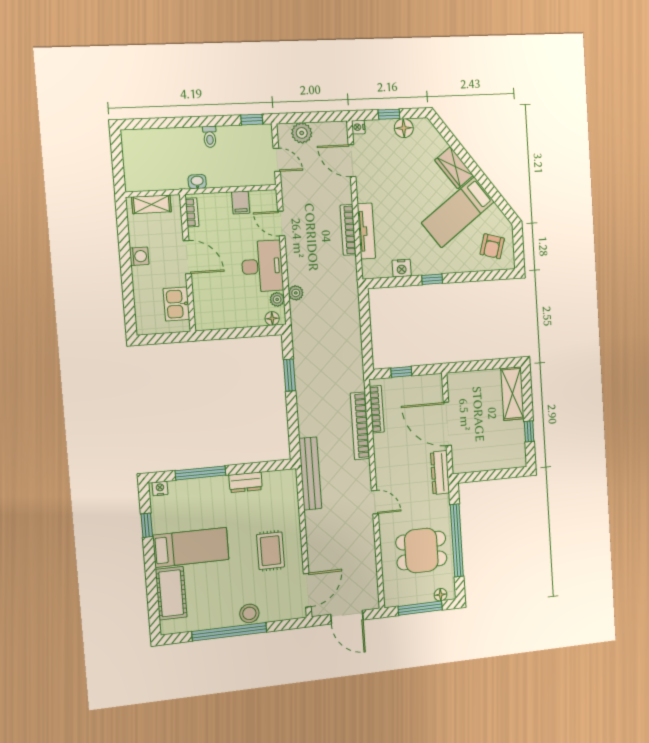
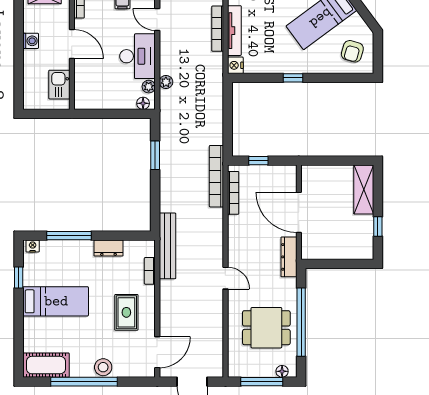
nightstand: (402, 268) -> (235, 65), moved, turned 90
bookcase: (360, 426) -> (216, 176), moved
bookcase: (293, 503) -> (150, 271), added
cot: (171, 593) -> (46, 365), moved, turned 90

